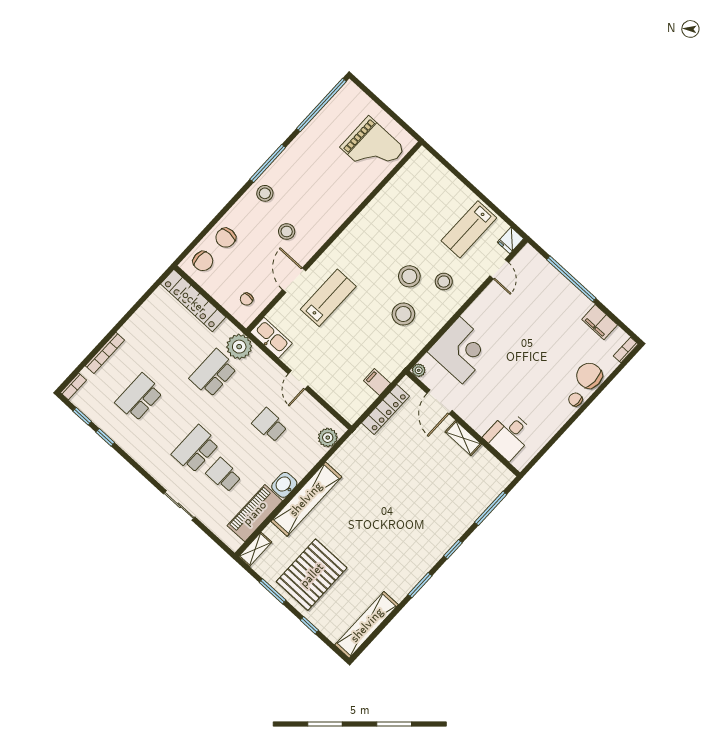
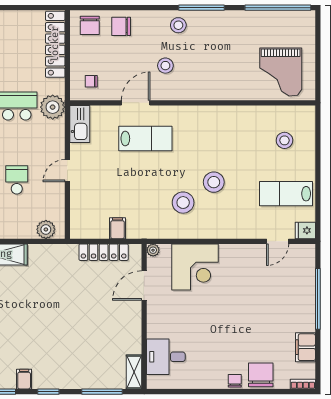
stool: (444, 282) -> (284, 140), moved
shelving: (463, 438) -> (134, 372), moved
filing cabinet: (427, 559) -> (24, 379), added

